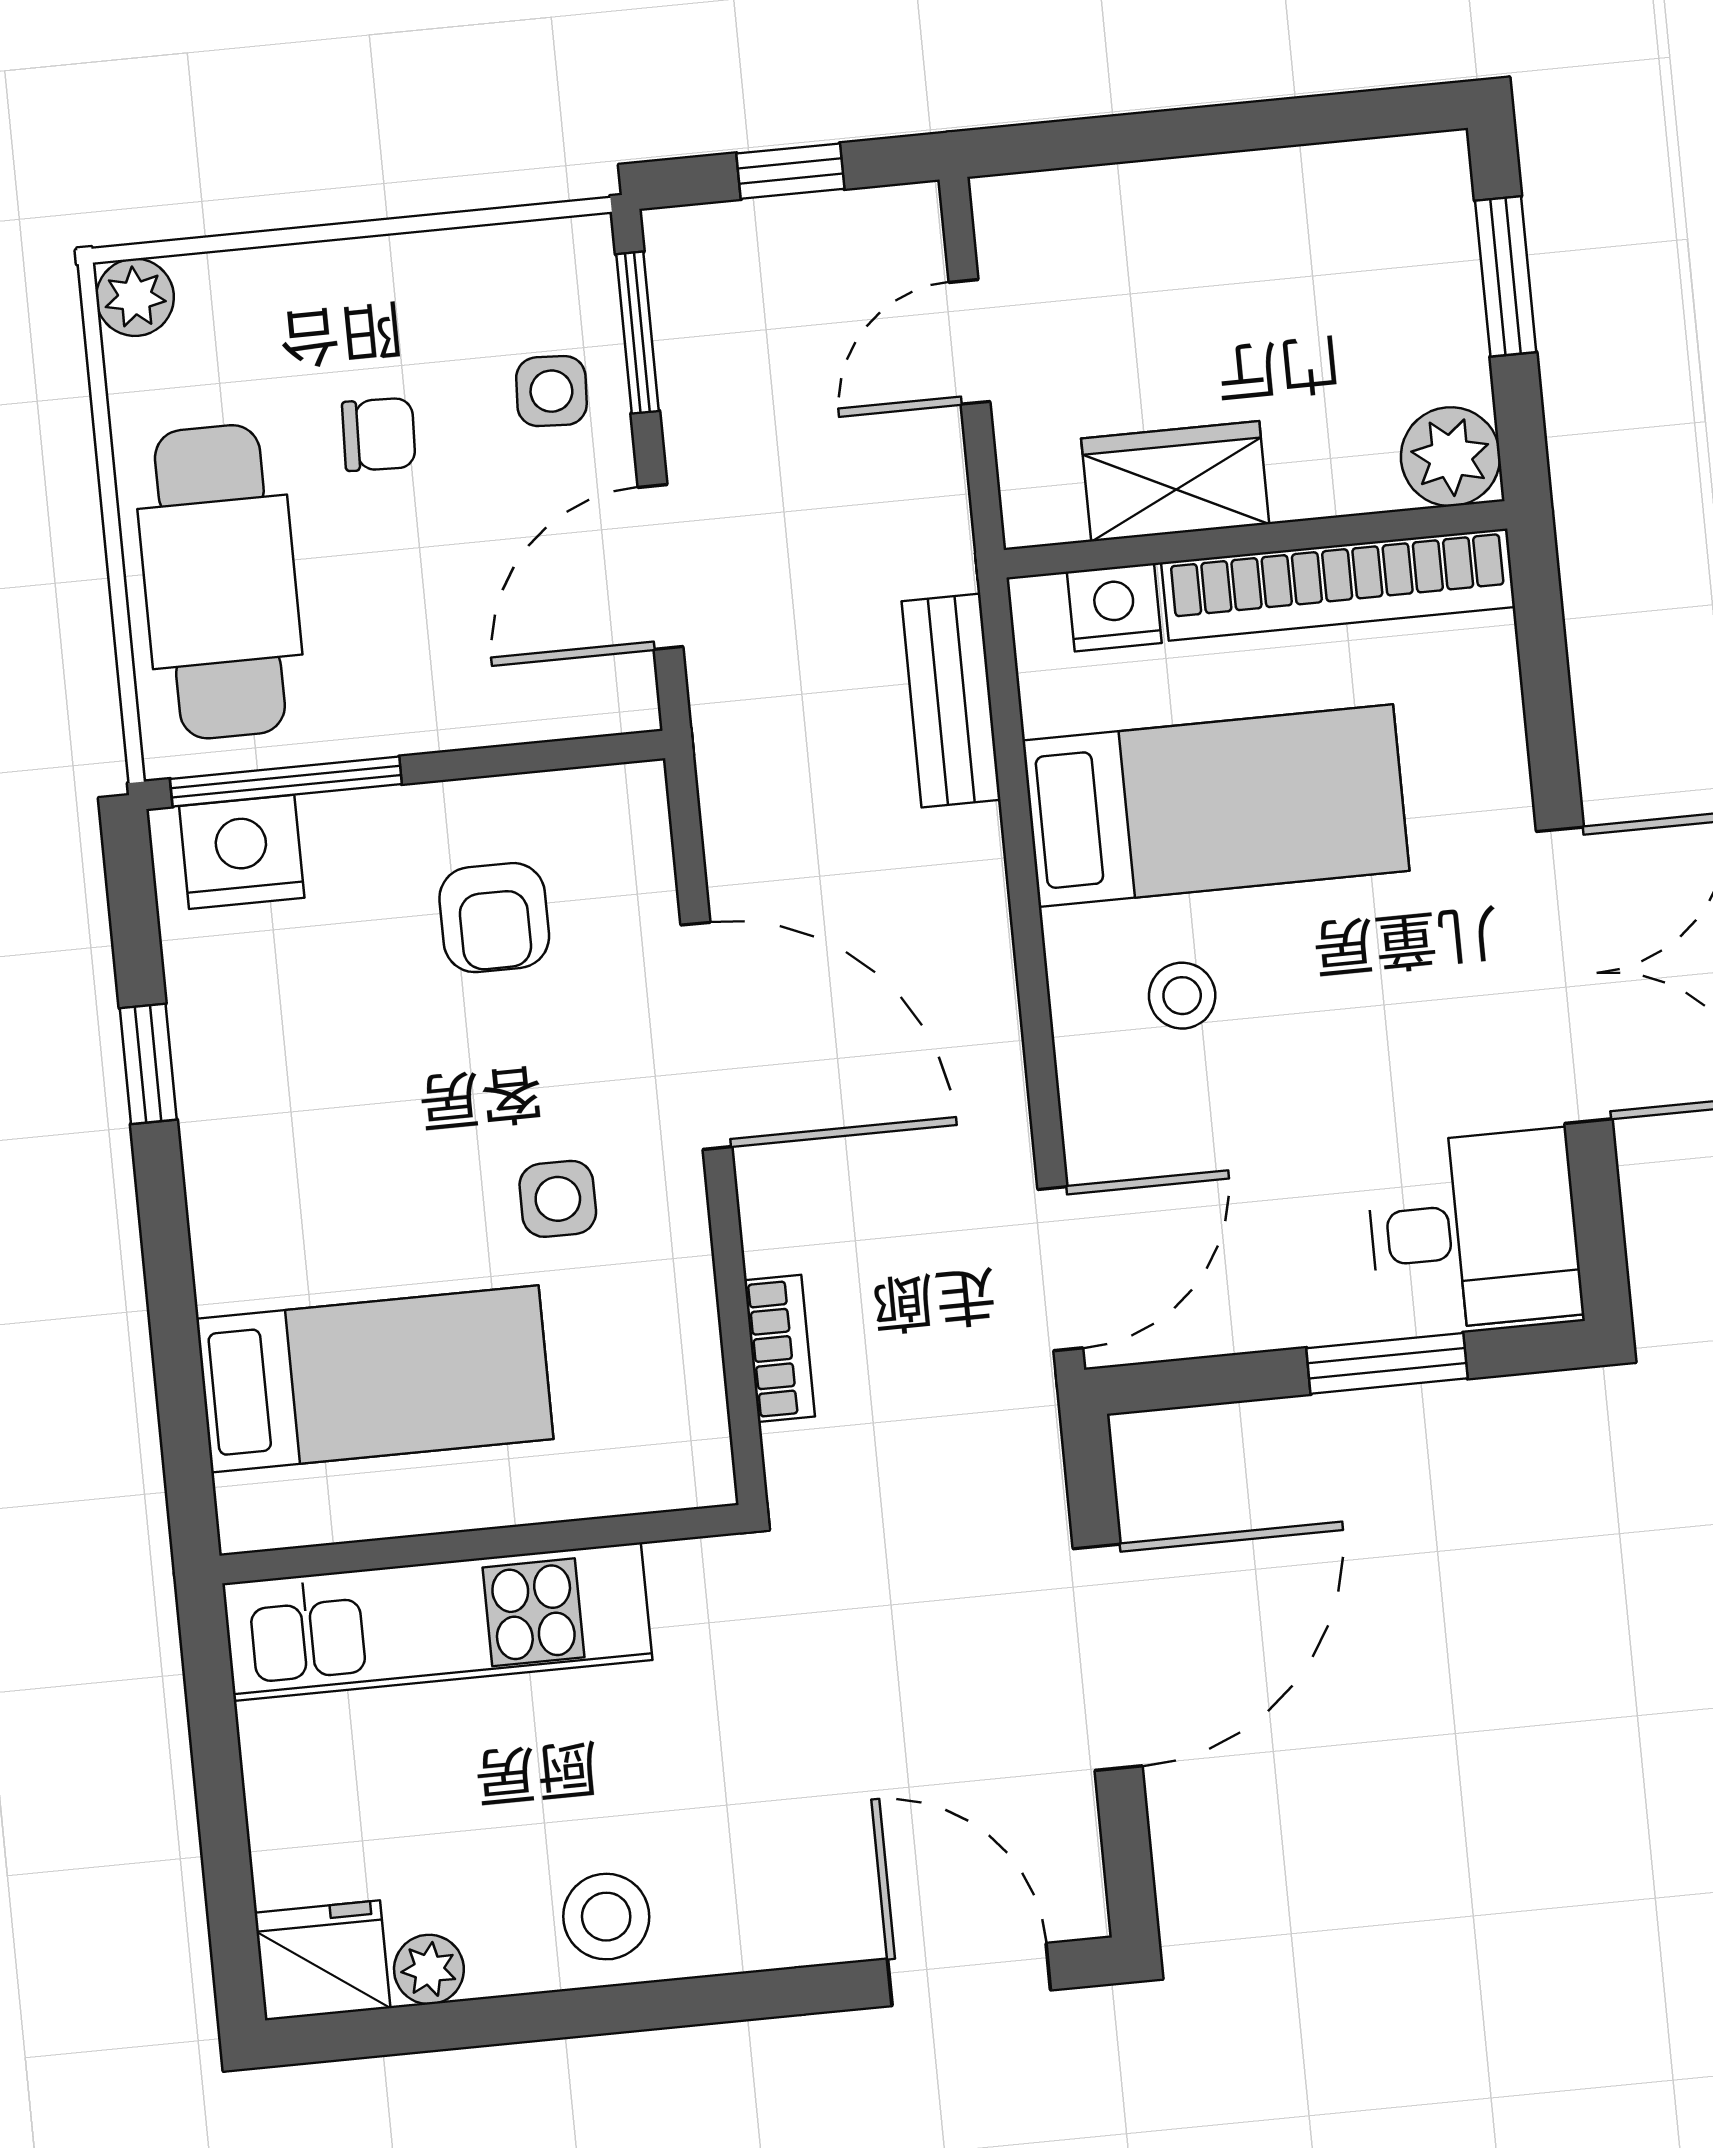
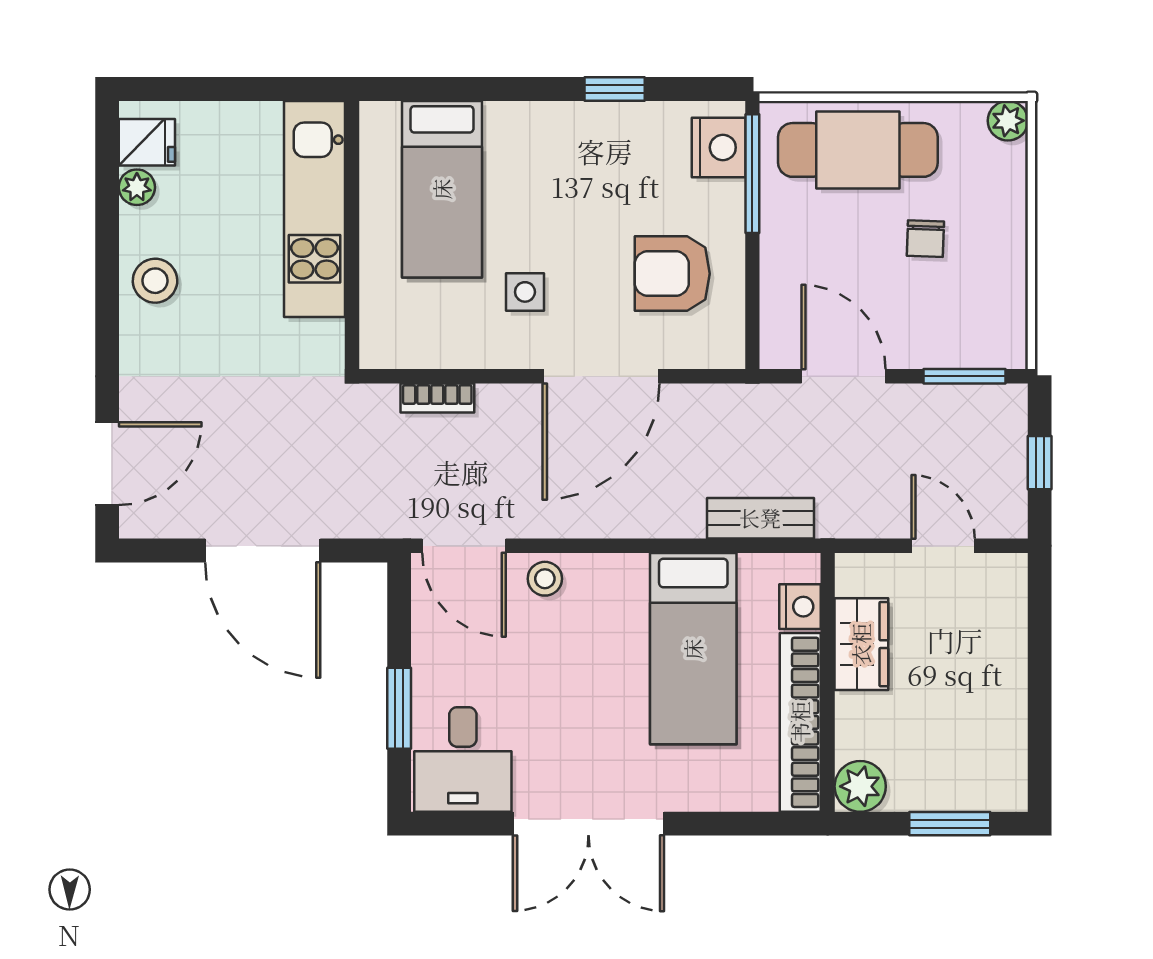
side table: (551, 391) -> (939, 329), removed
armchair: (494, 918) -> (672, 274), width x1.38, depth x1.38
stool: (1182, 996) -> (545, 579), moved
fridge: (322, 1960) -> (147, 142), width x0.72

